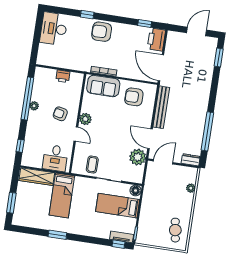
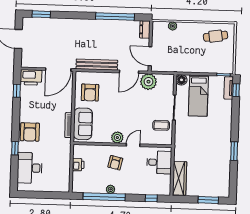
desk: (54, 29) -> (30, 168), moved, turned 90
bed: (62, 195) -> (195, 152), removed

